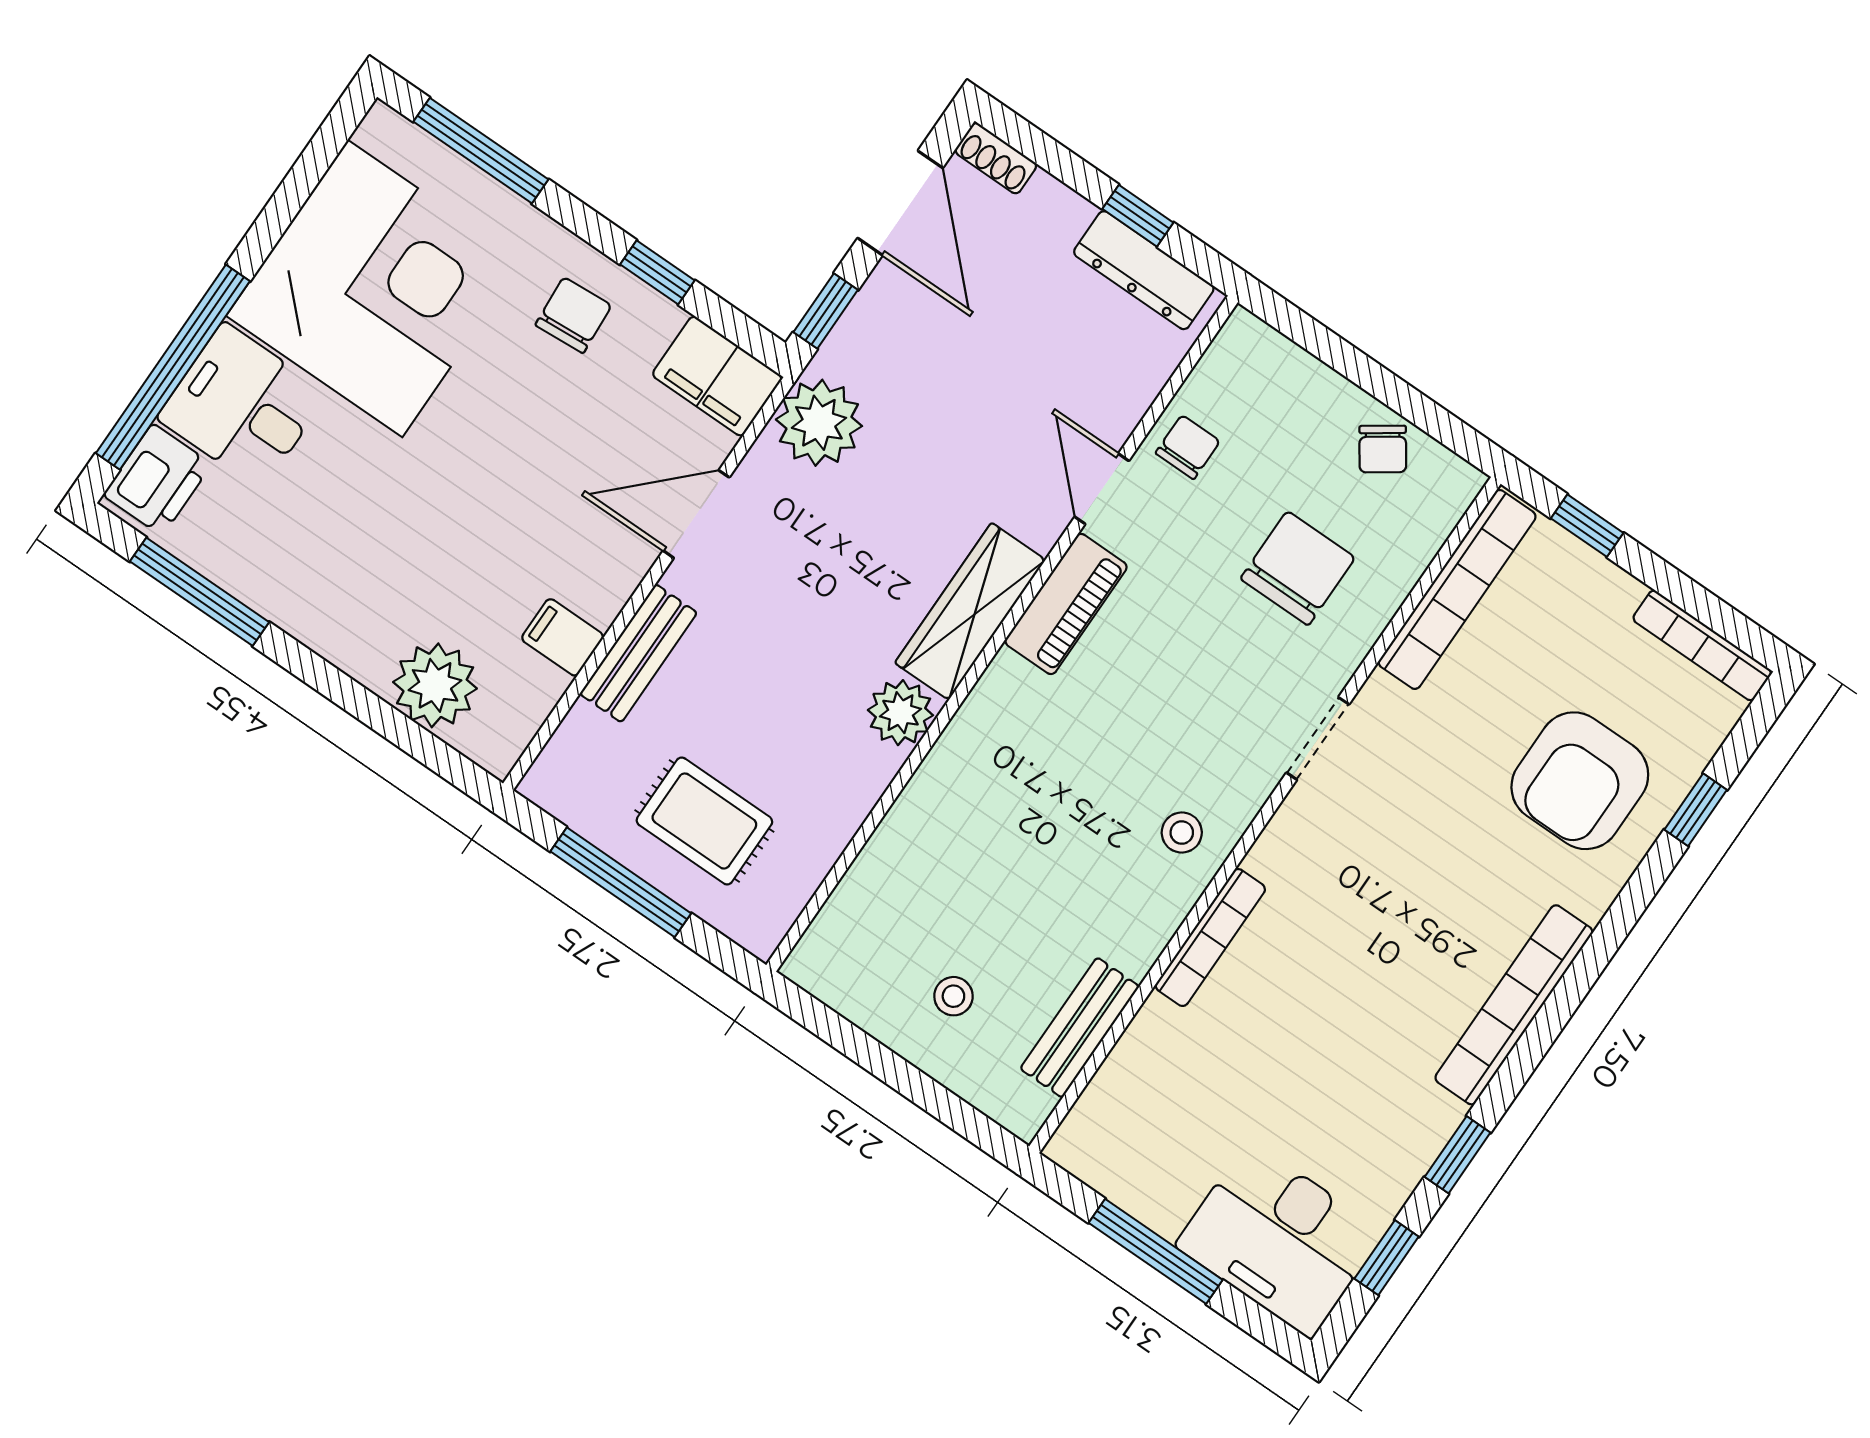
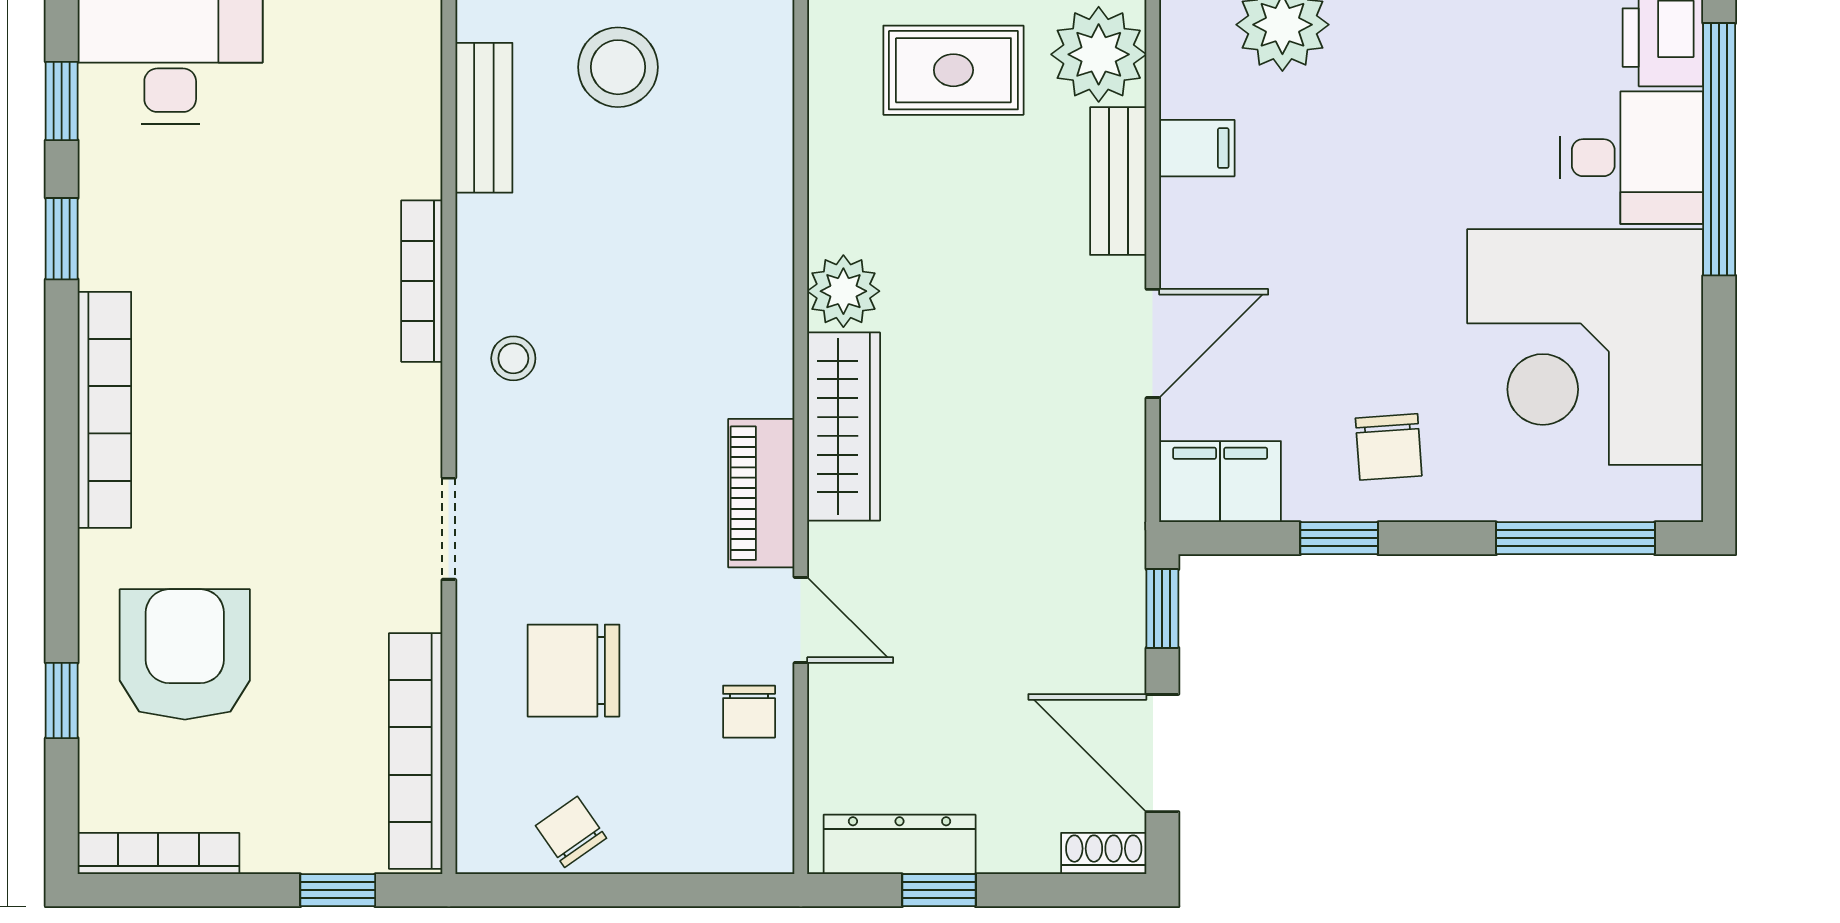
plant: (819, 423) -> (1099, 54), moved
chair: (1298, 568) -> (573, 671), turned 90
stool: (953, 996) -> (618, 67), width x1.89, depth x1.89

